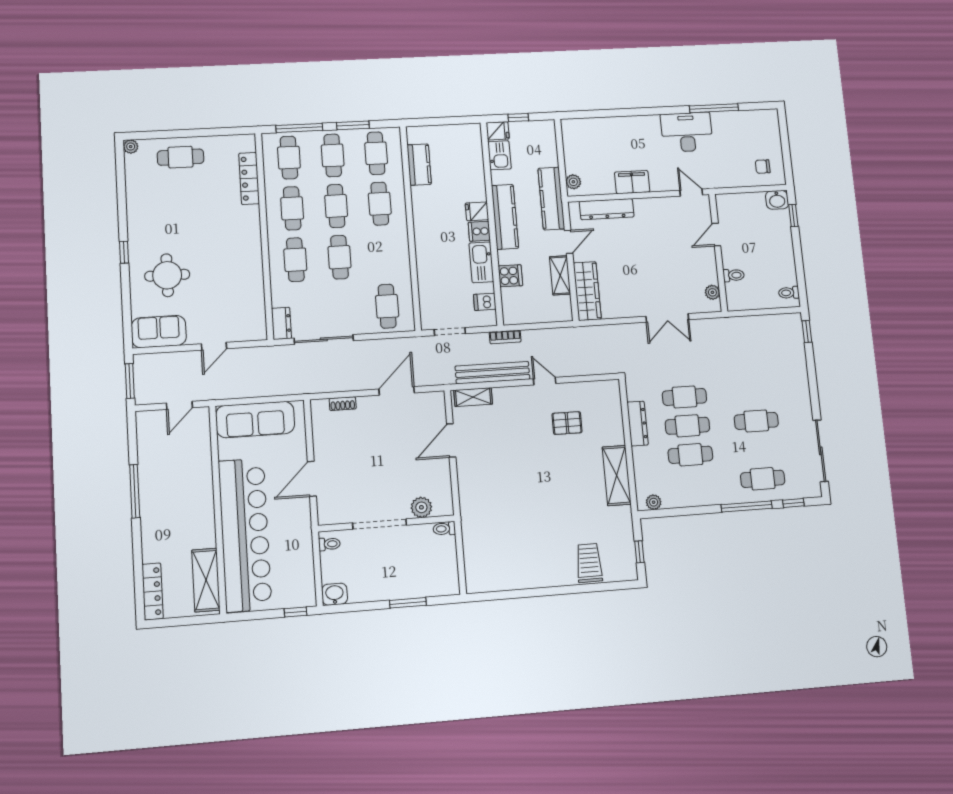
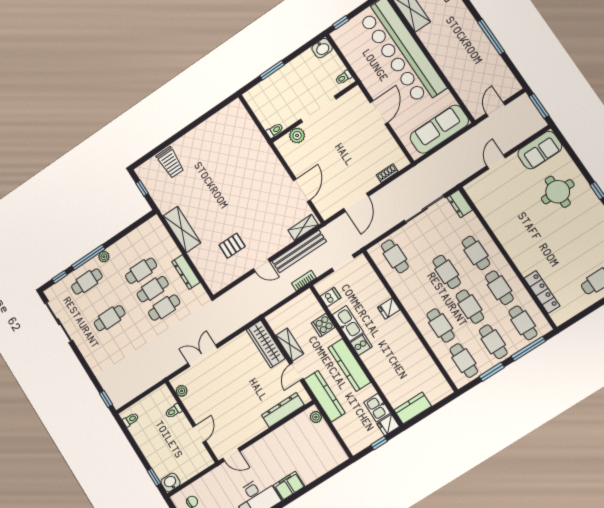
kitchen counter: (419, 165) -> (413, 408), moved, turned 90
filing cabinet: (632, 182) -> (289, 486), moved, turned 180
fridge: (477, 211) -> (389, 308), moved, turned 180
plant: (654, 502) -> (104, 257), moved

